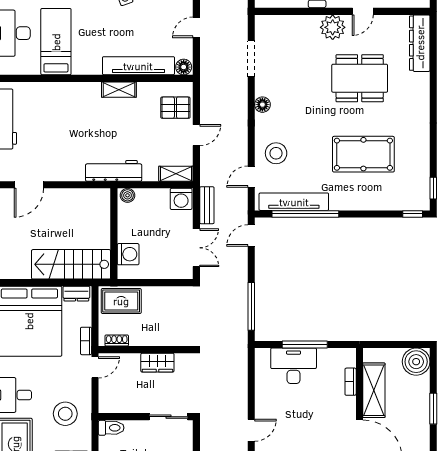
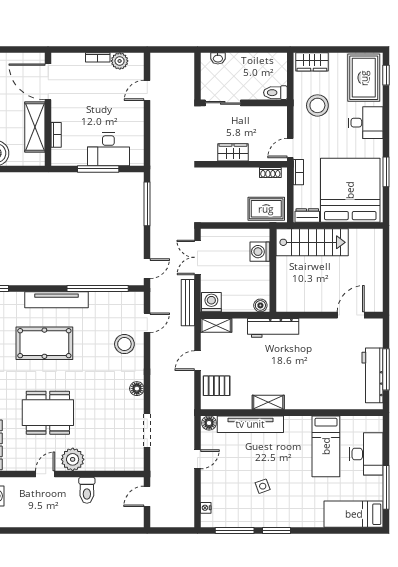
tv unit: (294, 202) -> (57, 300), moved
bench: (207, 205) -> (188, 303), width x1.36

